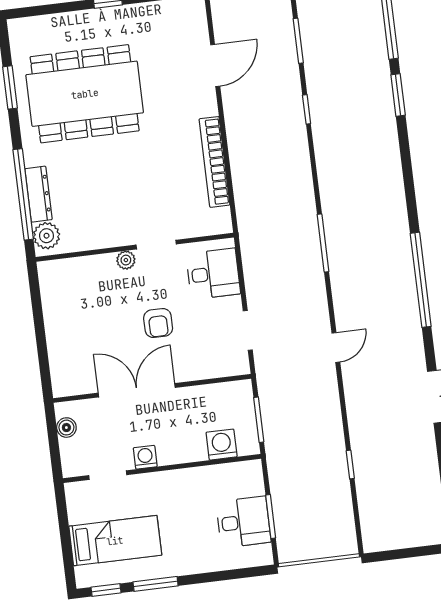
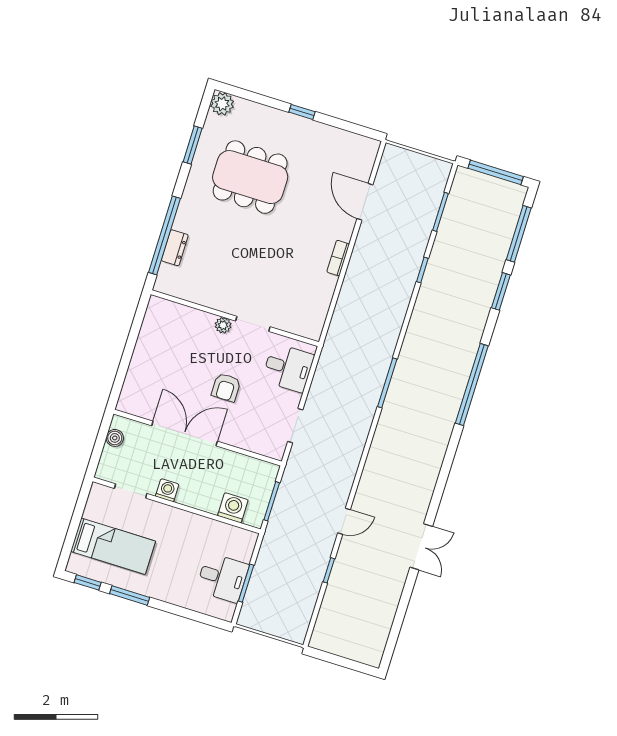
door: (215, 66) -> (365, 202), swing flipped
dining table: (85, 94) -> (250, 177), width x0.73, depth x0.80
bookcase: (214, 162) -> (338, 258), width x0.43, depth x0.76
dresser: (39, 194) -> (175, 248), width x0.70
plant: (47, 236) -> (222, 104), moved
window: (421, 280) -> (472, 384), moved
door: (336, 348) -> (344, 521), moved

